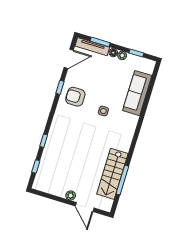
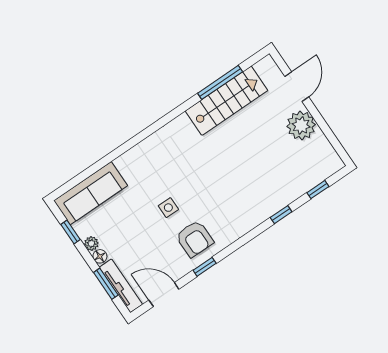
sofa: (137, 93) -> (91, 193), moved
side table: (103, 111) -> (168, 208), moved
plant: (71, 195) -> (301, 125), width x1.88, depth x1.88

